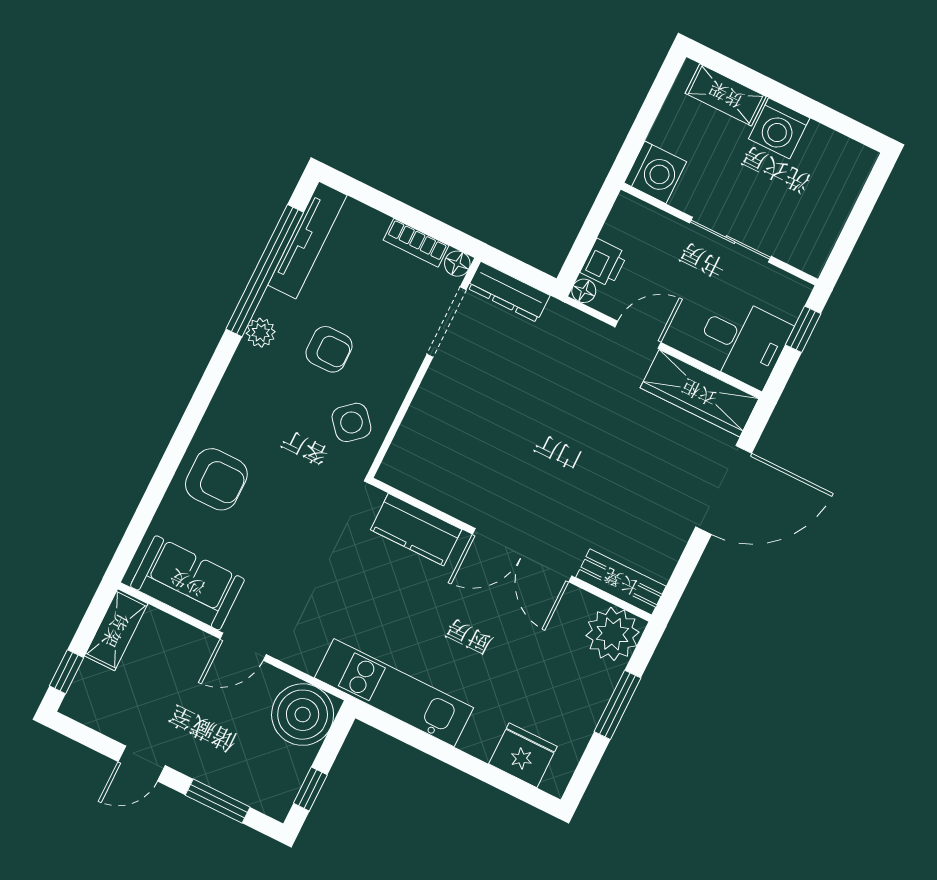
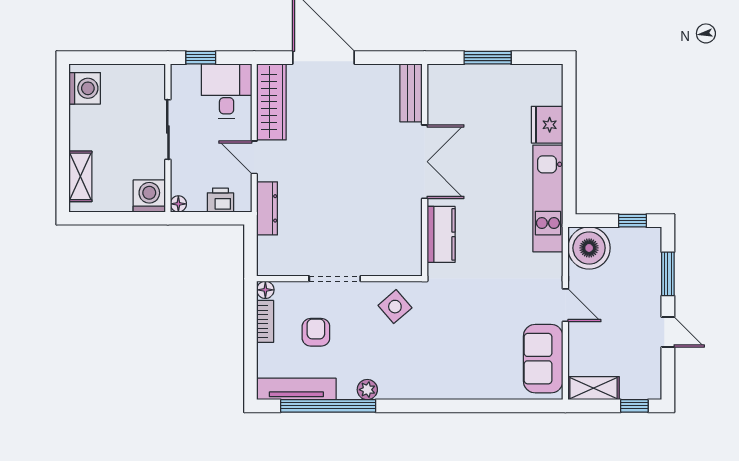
washing machine: (779, 128) -> (85, 88), moved
floor lamp: (584, 291) -> (178, 204), moved
dresser: (509, 292) -> (267, 208), moved
doorway: (447, 322) -> (335, 279), moved
armchair: (329, 349) -> (316, 332), moved
armchair: (216, 479) -> (471, 372), removed
plant: (612, 634) -> (446, 82), removed
fridge: (523, 755) -> (547, 125), moved

